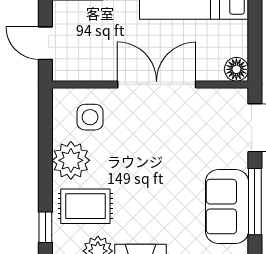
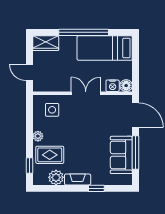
nightstand: (210, 70) -> (113, 86), added
double door: (157, 84) -> (86, 93), width x0.73
plant: (71, 160) -> (38, 136), width x0.53, depth x0.53

